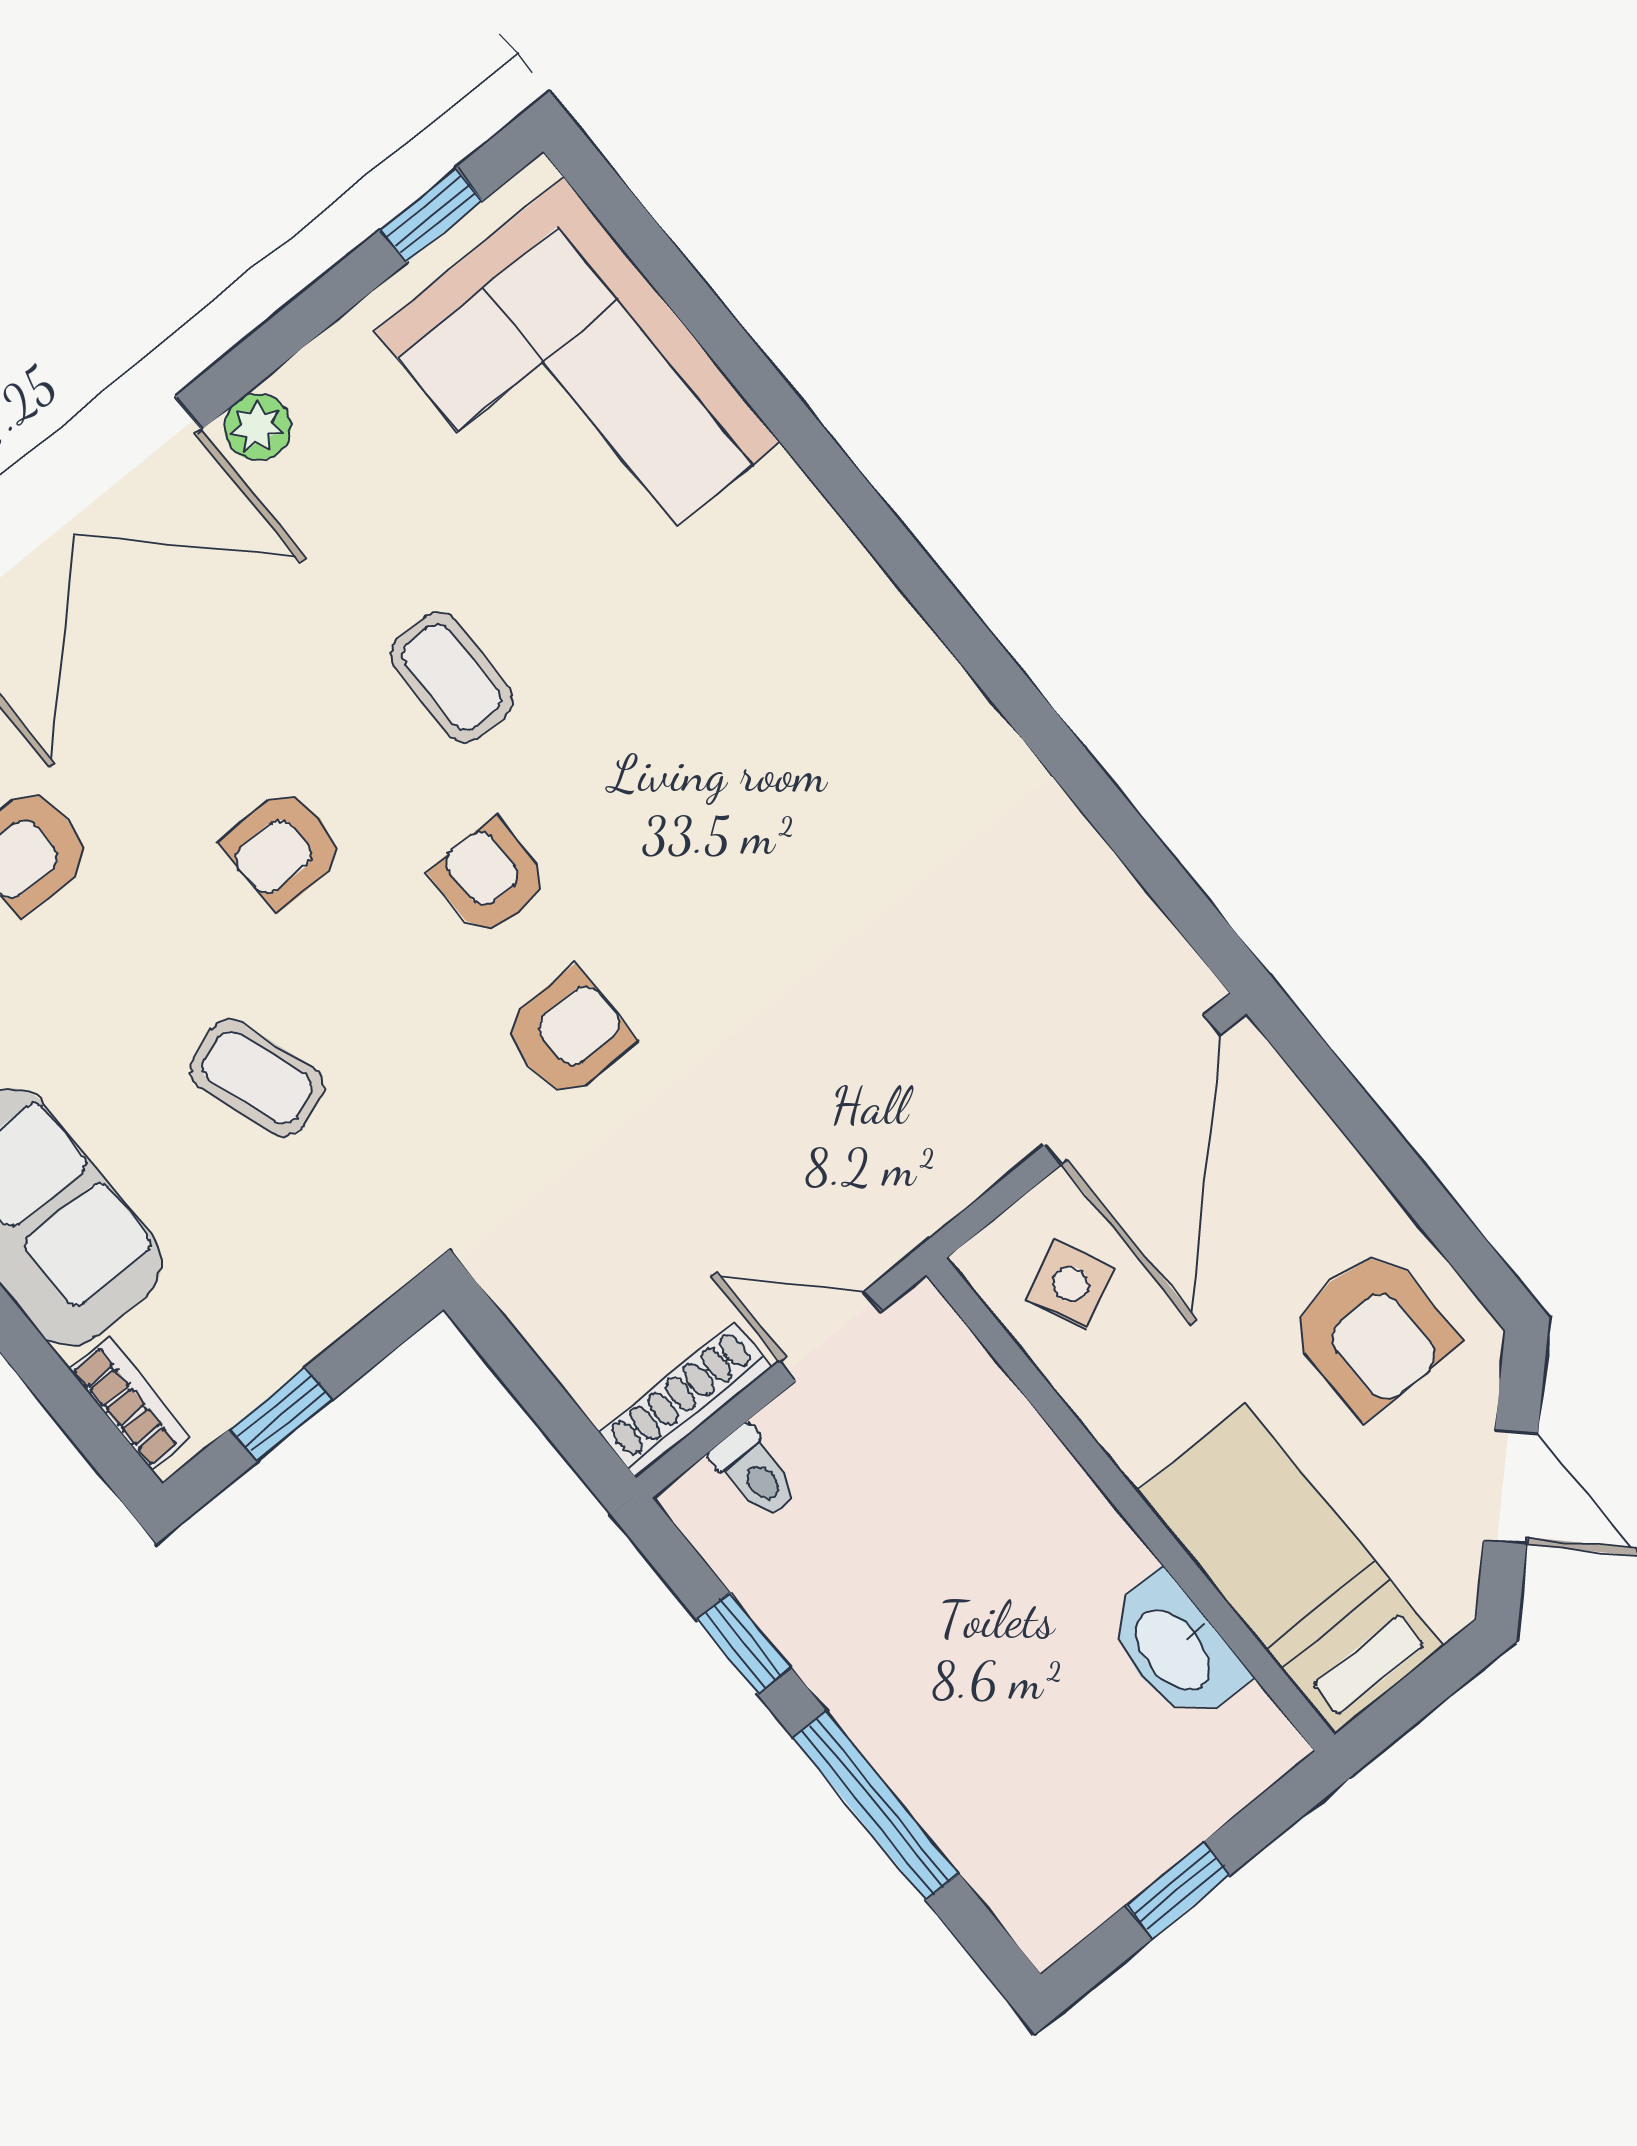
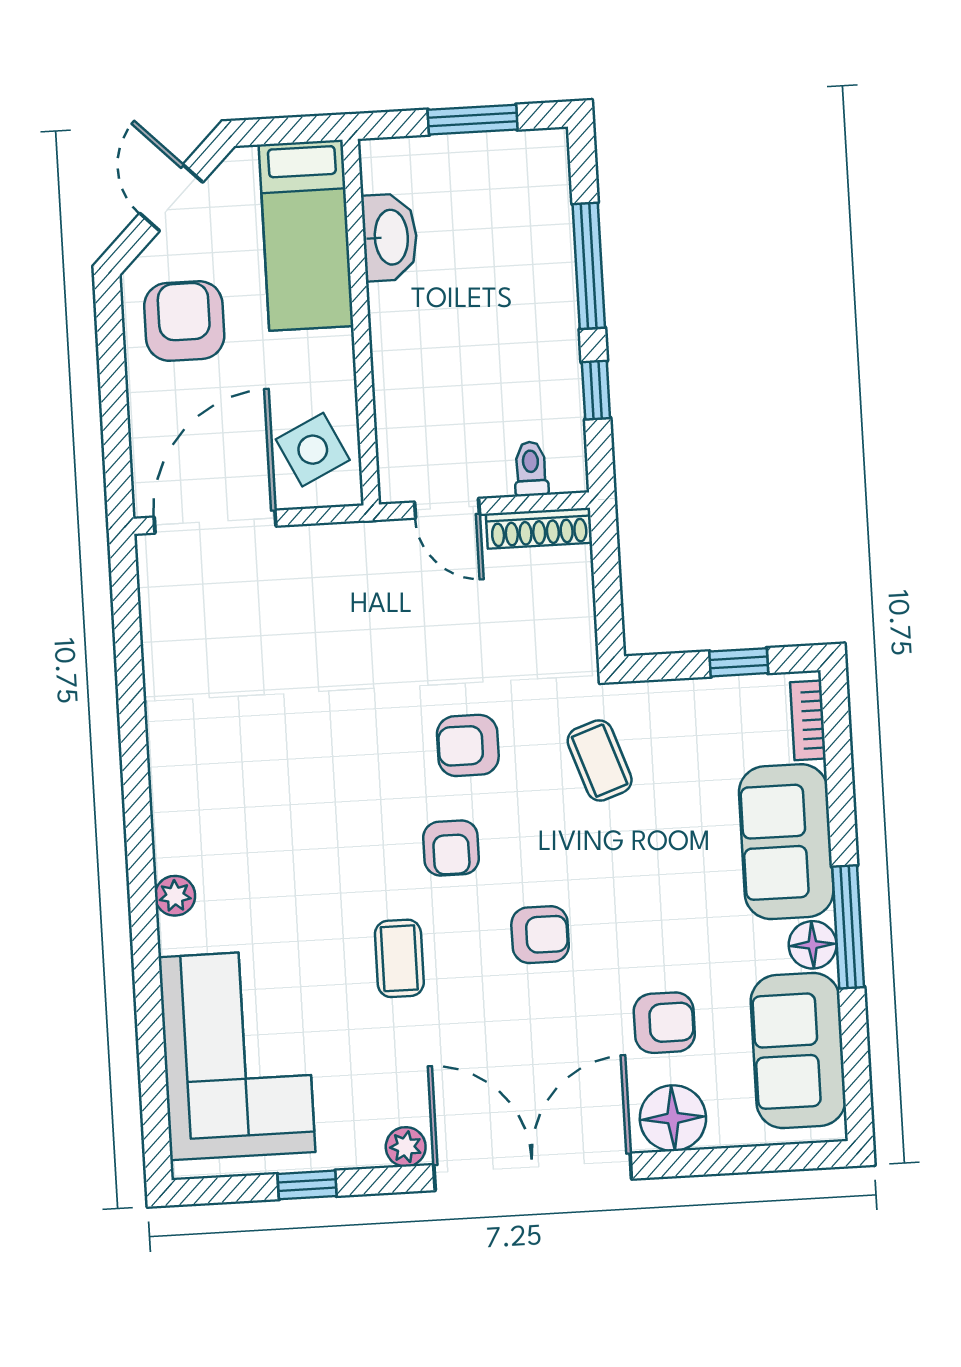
window: (431, 215) -> (307, 1185), moved
plant: (818, 541) -> (175, 896), added
coffee table: (257, 1078) -> (600, 760), moved
side table: (1070, 1284) -> (313, 450), width x1.37, depth x1.37
window: (1178, 1890) -> (473, 120), width x1.50

